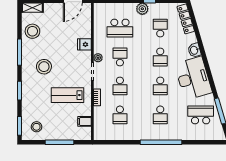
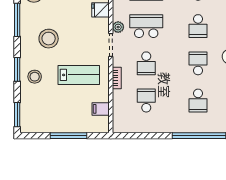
school desk: (120, 57) -> (146, 26), width x1.85
school desk: (160, 86) -> (198, 63), turned 180
lab bench: (68, 95) -> (79, 75), turned 180
school desk: (120, 115) -> (146, 101), turned 180
stool: (36, 127) -> (35, 77), moved

